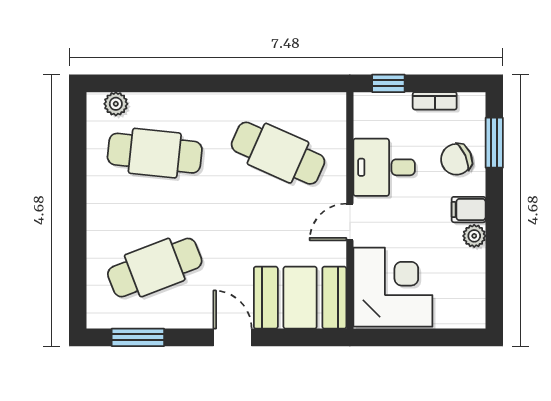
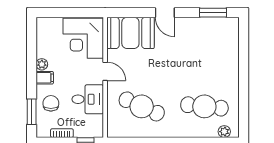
chair: (456, 159) -> (51, 103), turned -66
door: (350, 222) -> (105, 71), hinge flipped
cafe table: (155, 268) -> (204, 48), removed

